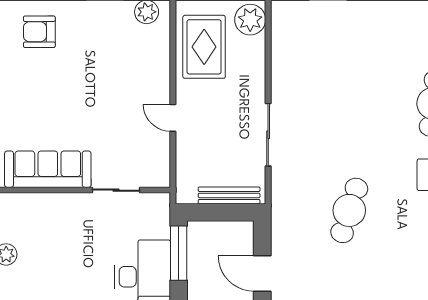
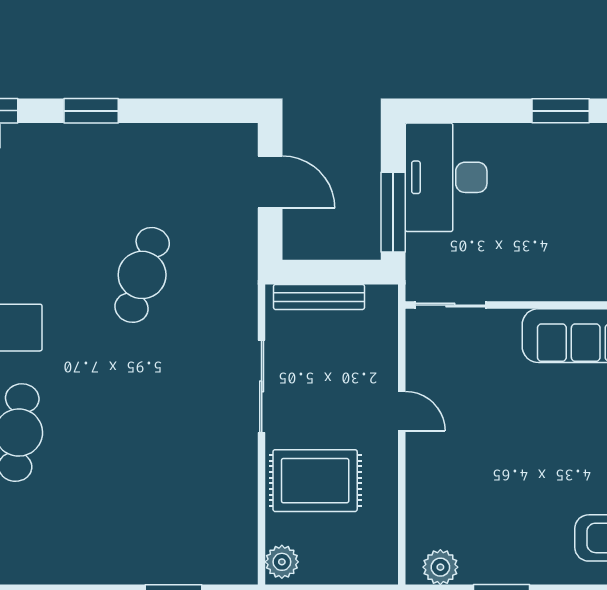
plant: (250, 20) -> (282, 562), width x0.73, depth x0.73
rug: (204, 47) -> (315, 481), moved, turned 90
sliding door: (116, 190) -> (450, 305), moved

